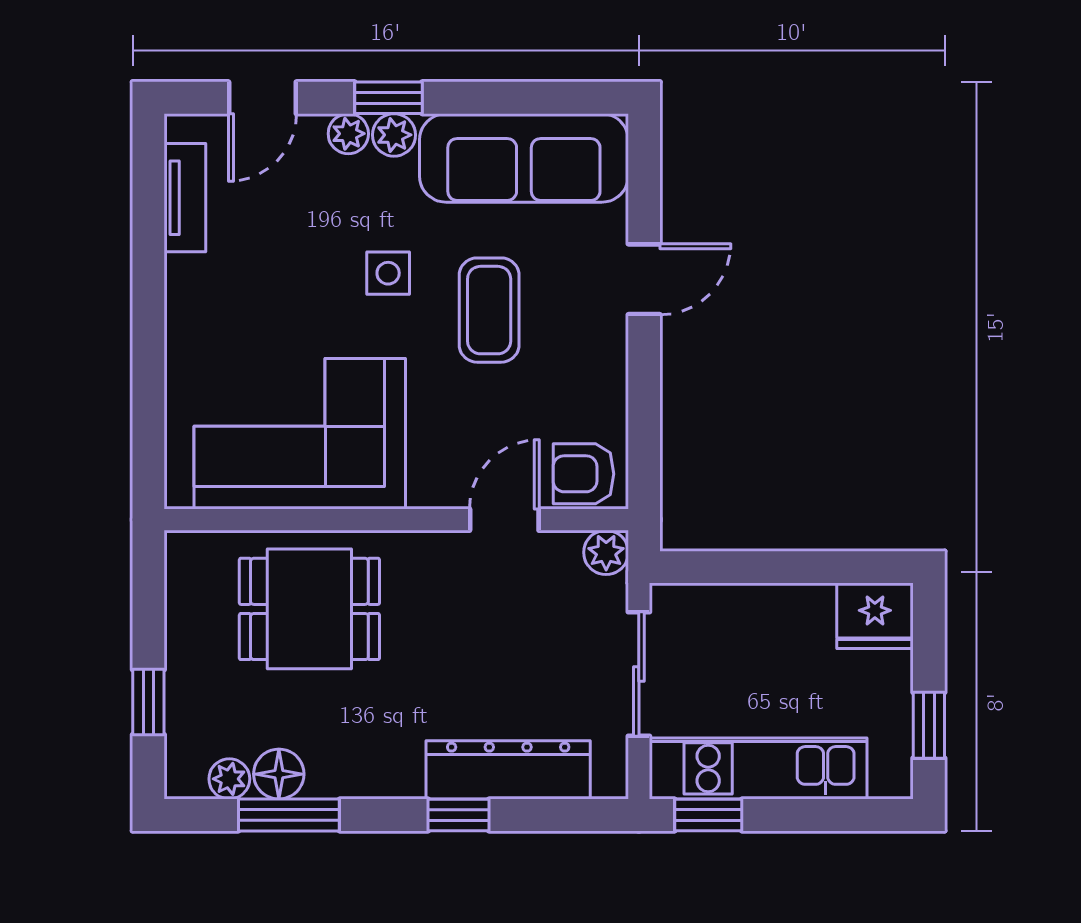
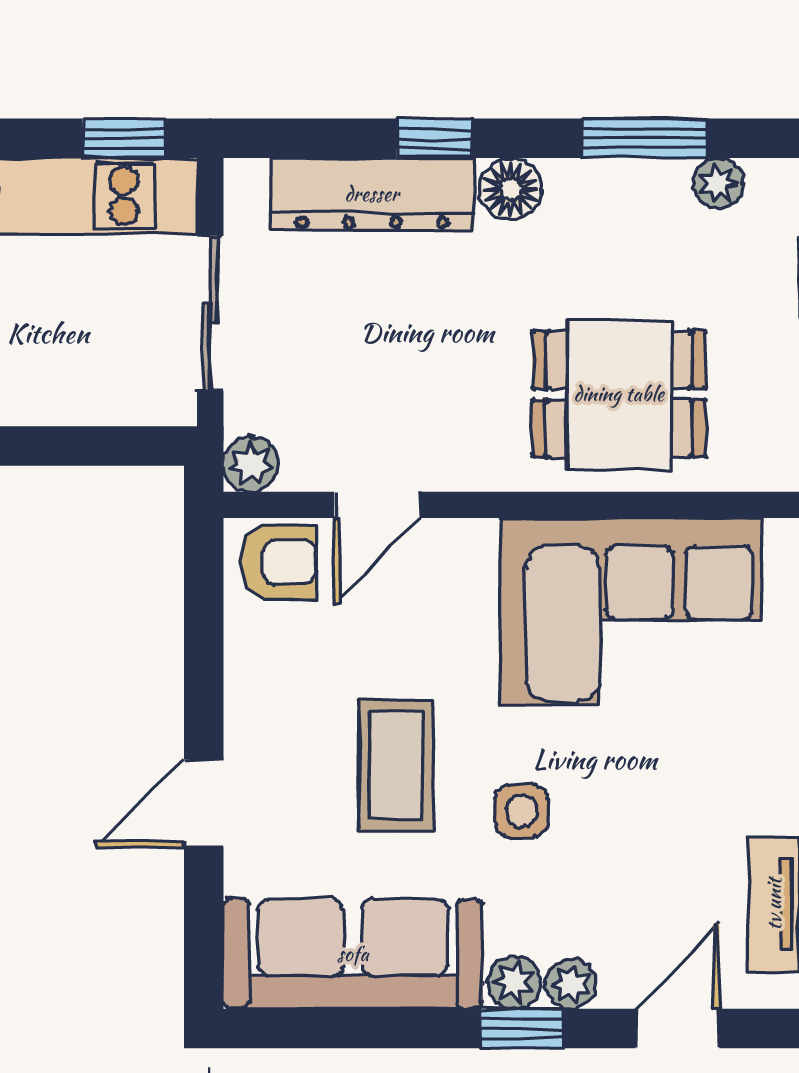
floor lamp: (279, 774) -> (511, 189), moved

